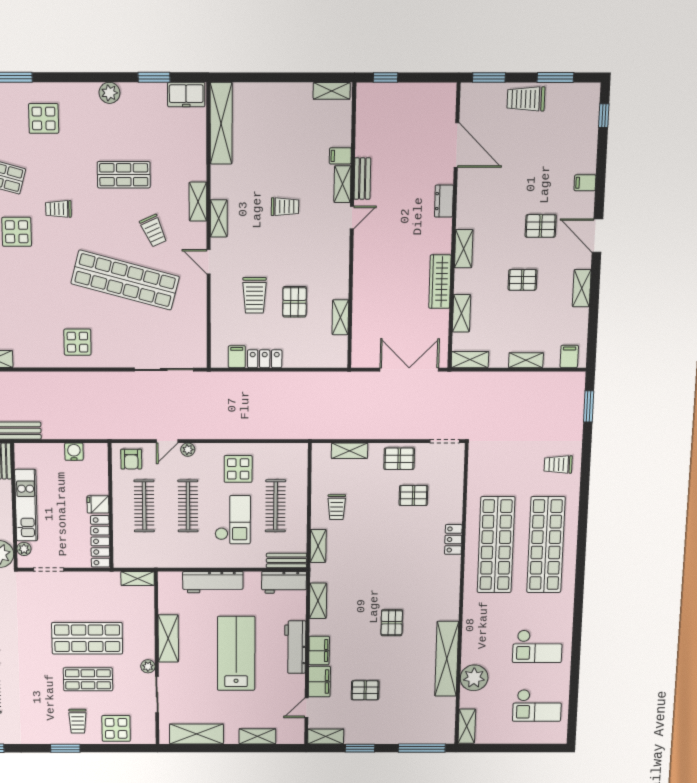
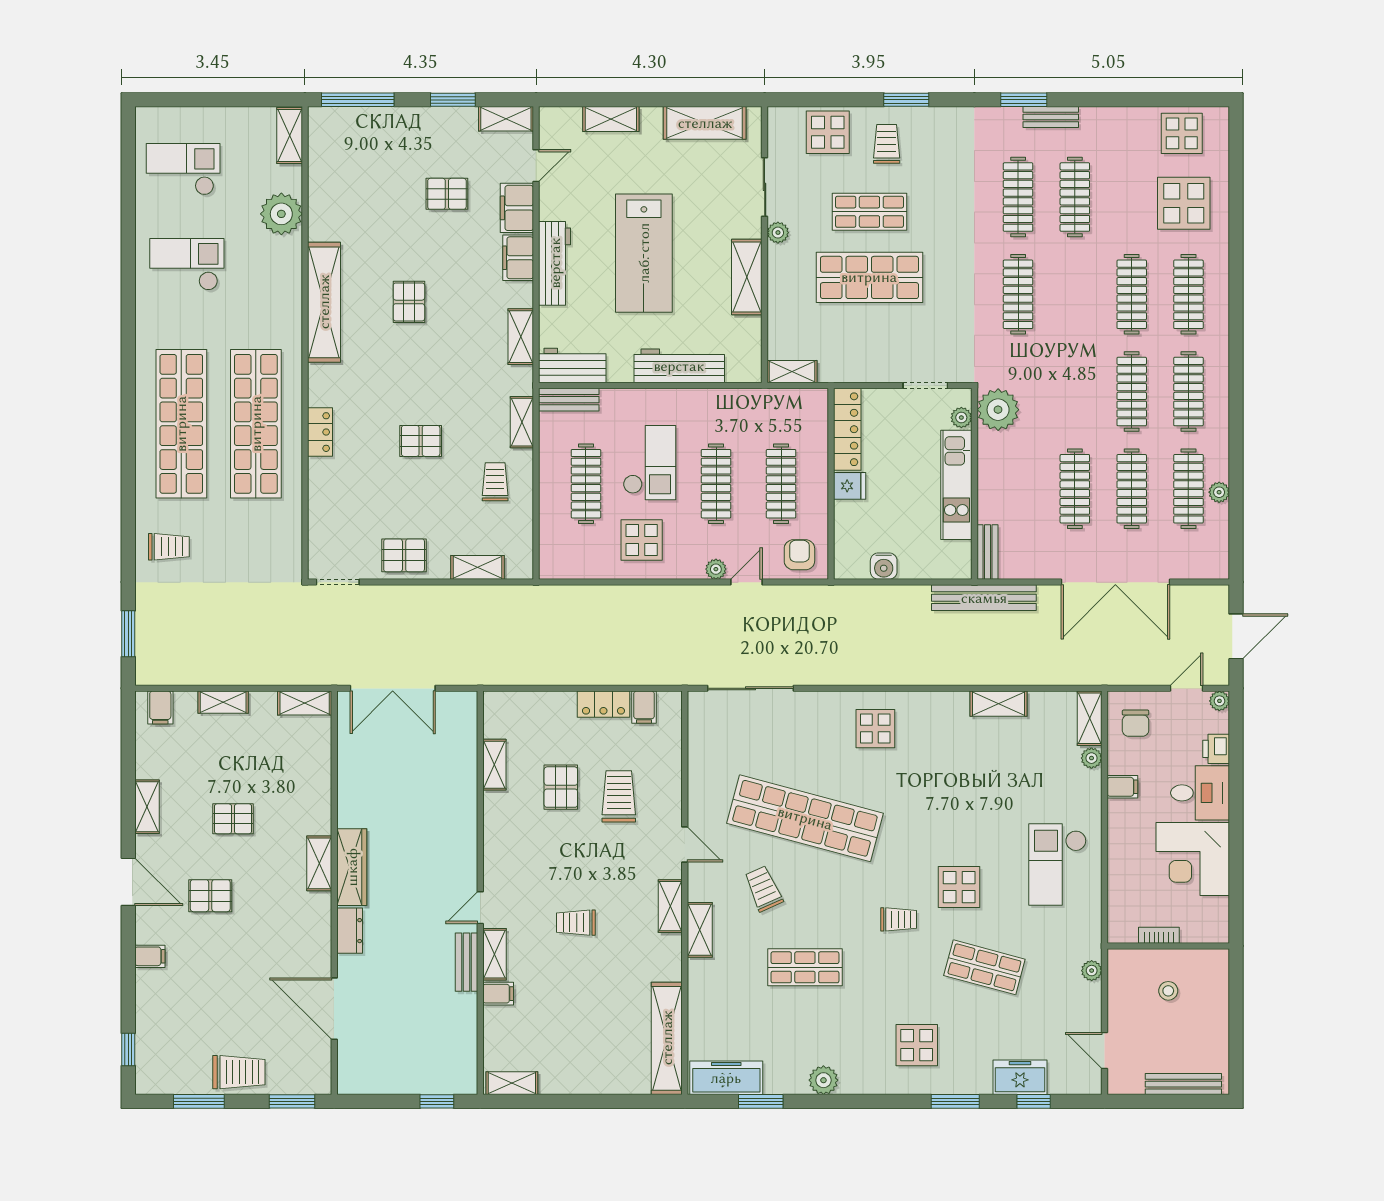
freezer: (186, 95) -> (726, 1078), width x1.40
wardrobe: (440, 282) -> (352, 867), moved
shelving: (461, 313) -> (319, 770), removed
pallet: (413, 495) -> (421, 441), moved
checkout: (233, 520) -> (650, 463), turned 180
shelving: (447, 659) -> (324, 302), moved

